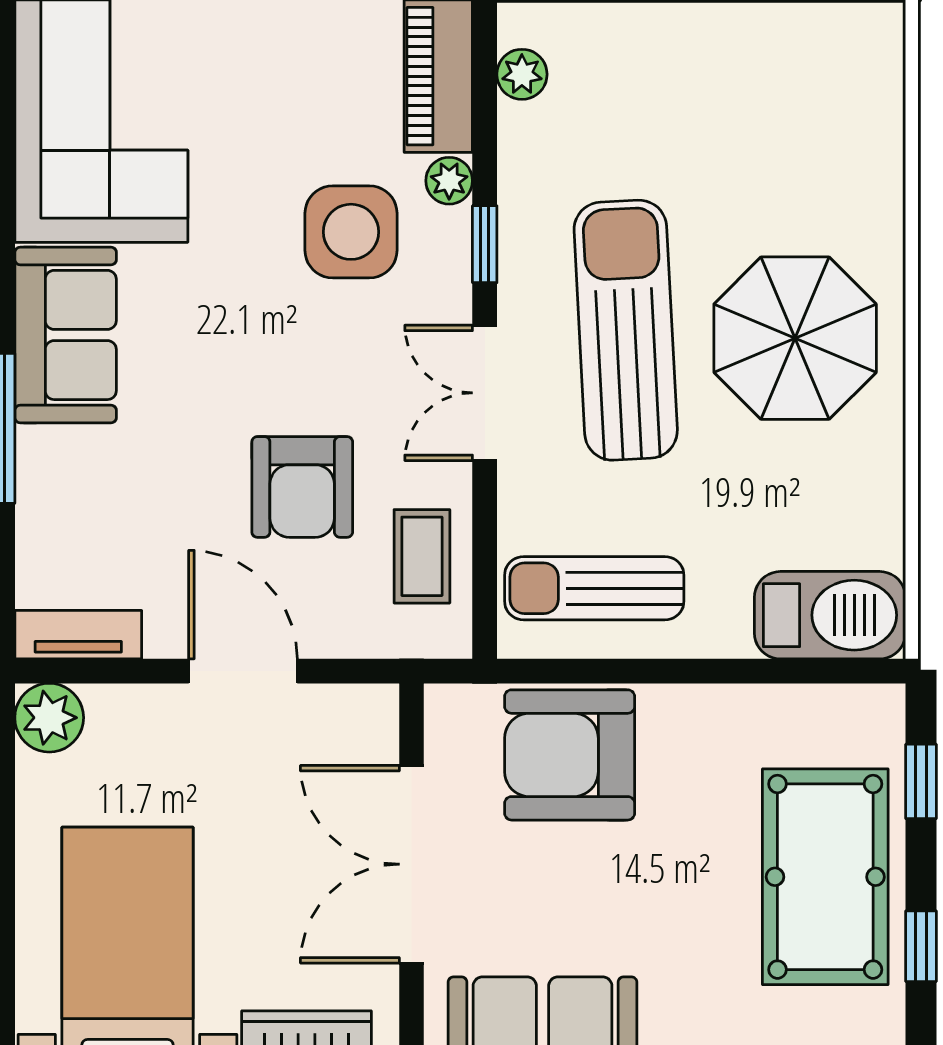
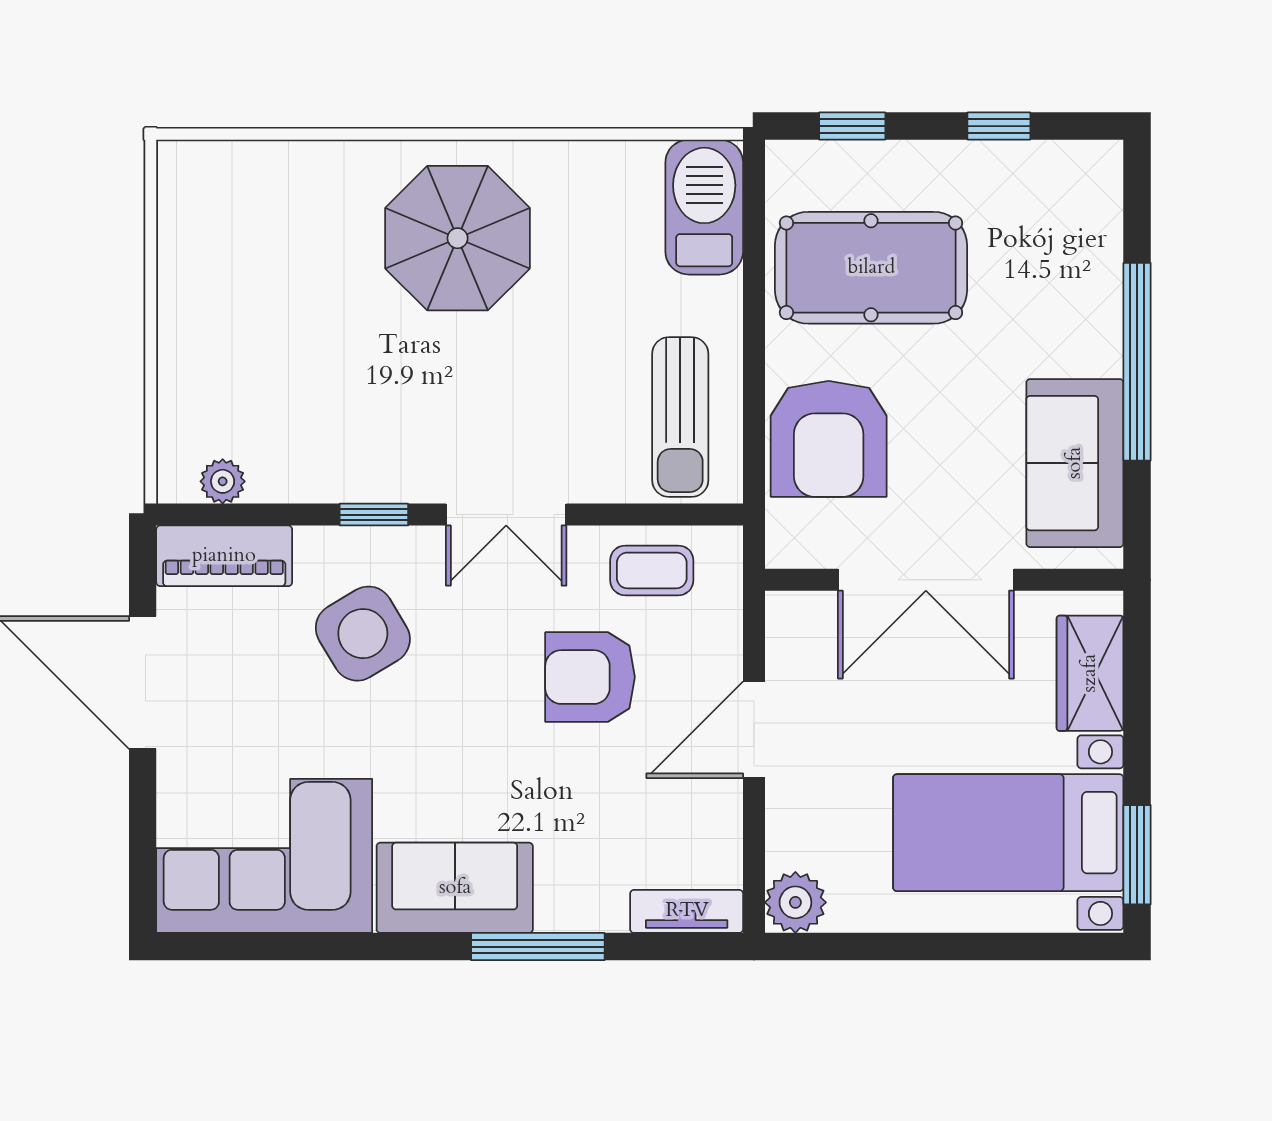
plant: (449, 181) -> (317, 546), removed
side table: (351, 232) -> (363, 634), turned -31
sun lounger: (626, 330) -> (450, 389), removed
armchair: (302, 487) -> (590, 677), turned 180
tv unit: (78, 635) -> (687, 911), moved, turned 90
pool table: (825, 877) -> (871, 268), moved

